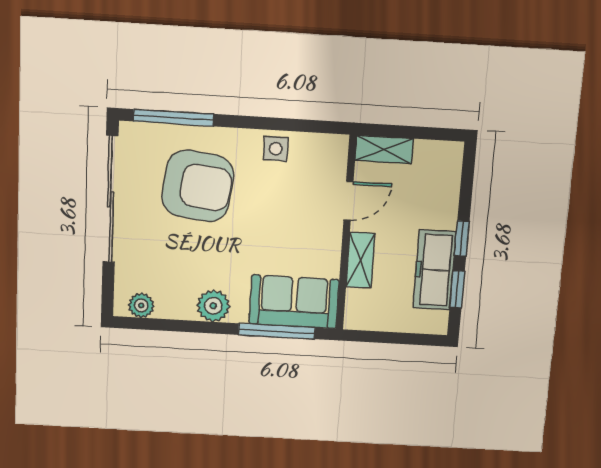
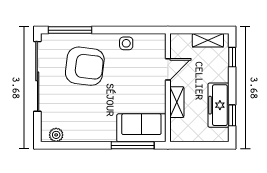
shelving: (384, 150) -> (208, 40), moved
window: (462, 239) -> (232, 57), moved
plant: (213, 306) -> (96, 133), removed

